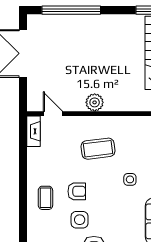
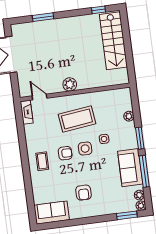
window: (71, 10) -> (43, 17), width x0.47
coffee table: (98, 149) -> (77, 119), width x1.36, depth x1.32
side table: (80, 220) -> (85, 149), moved

